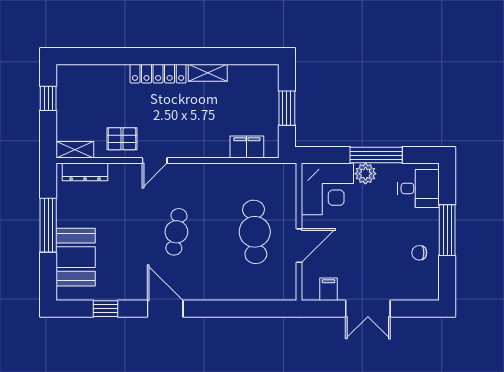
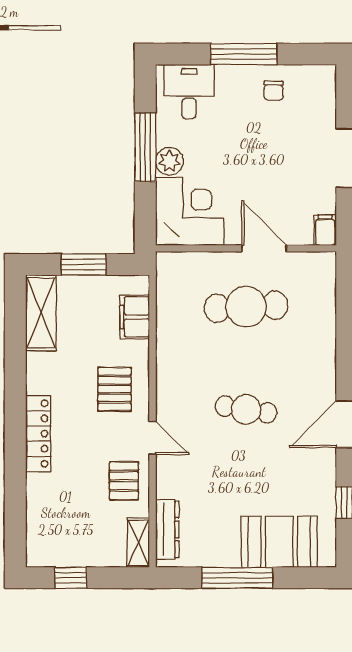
shelving: (208, 73) -> (41, 313), moved, width x1.50, depth x1.33
pallet: (192, 132) -> (114, 389), added
filing cabinet: (329, 289) -> (325, 230), moved, turned 90

